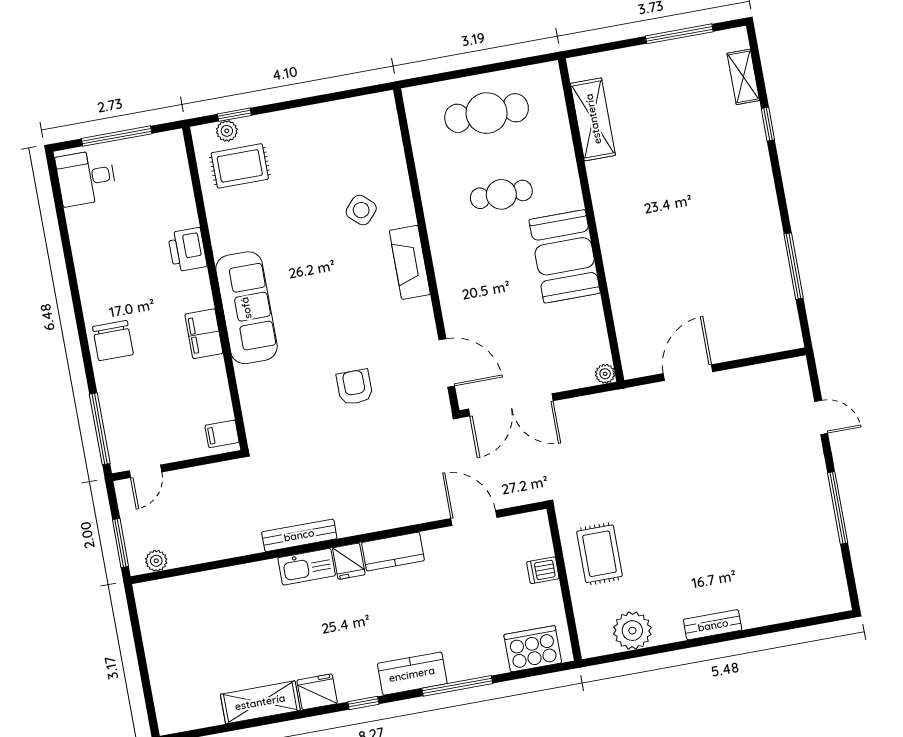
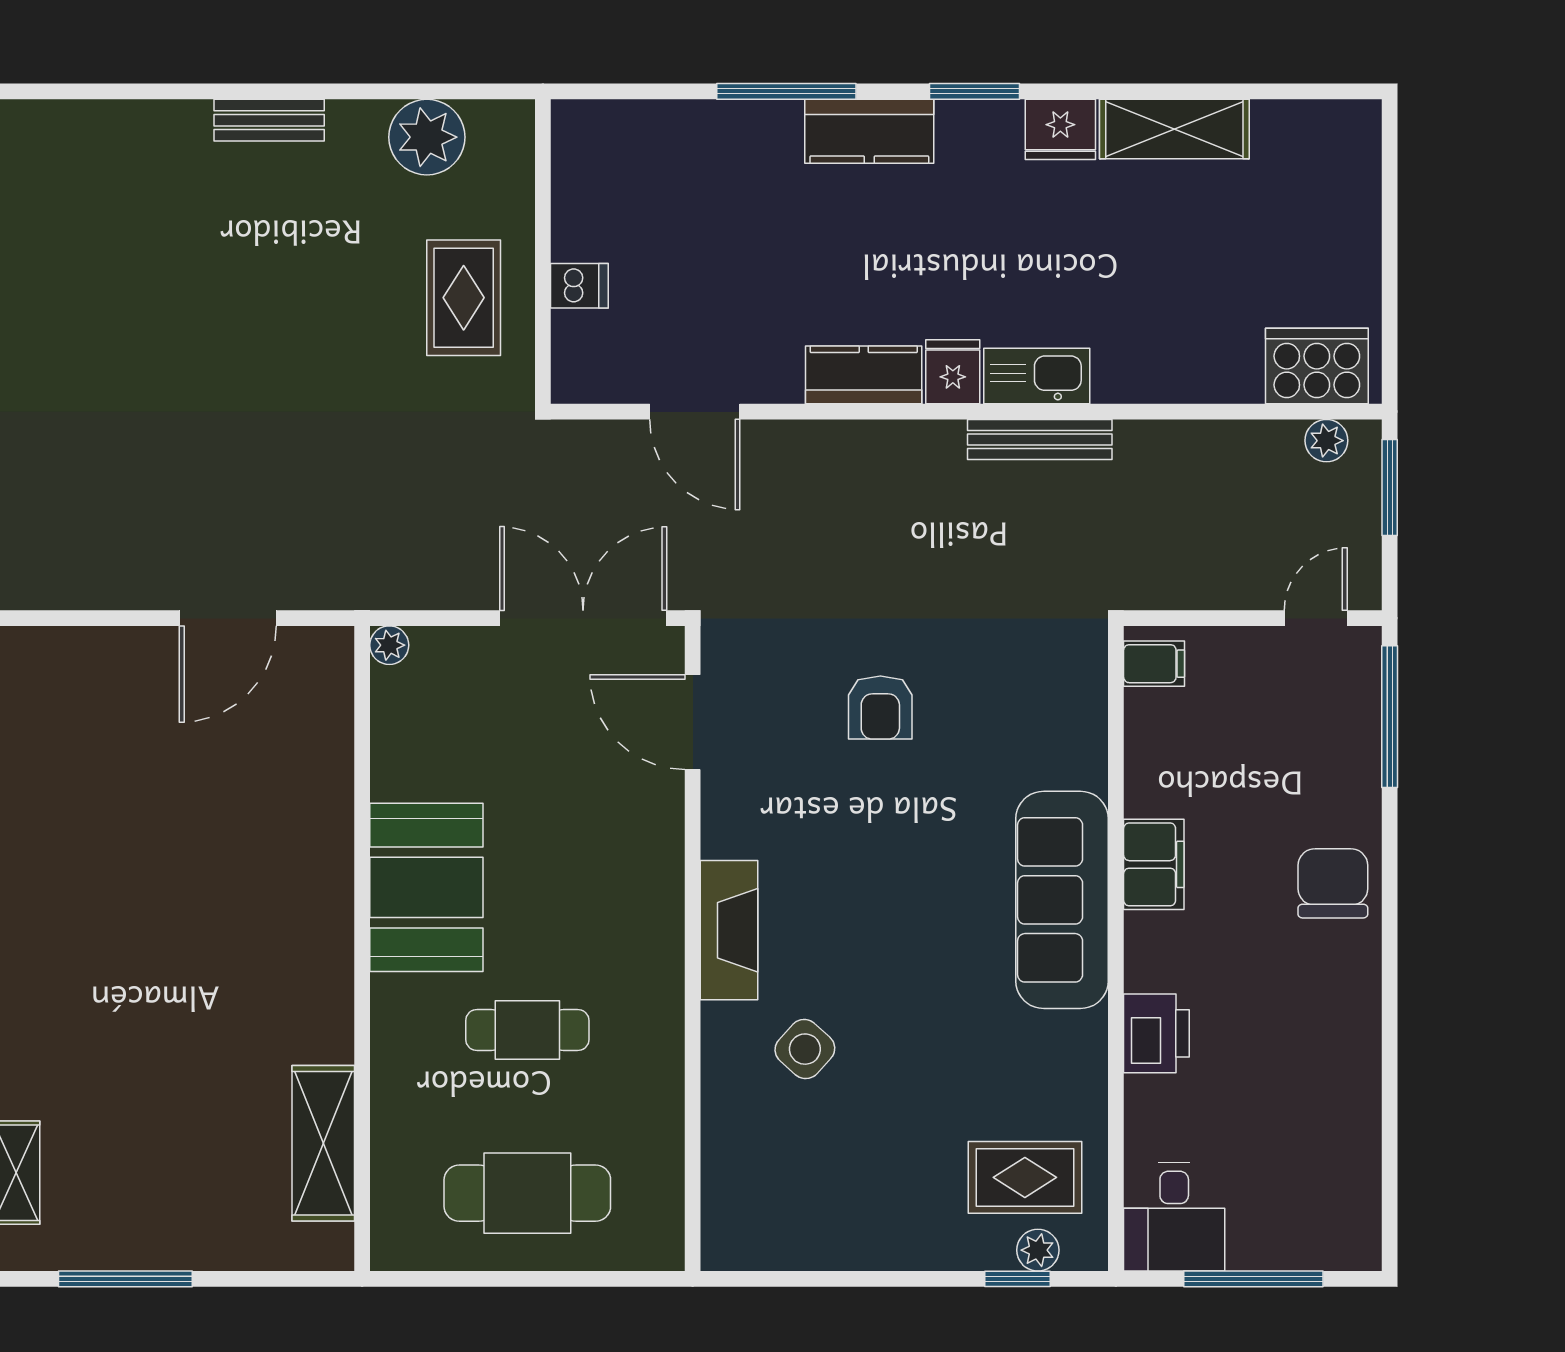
desk: (86, 178) -> (1174, 1217), moved, turned 90
cooker: (533, 649) -> (1317, 366), moved, turned 180
window: (363, 703) -> (974, 91), width x1.50

